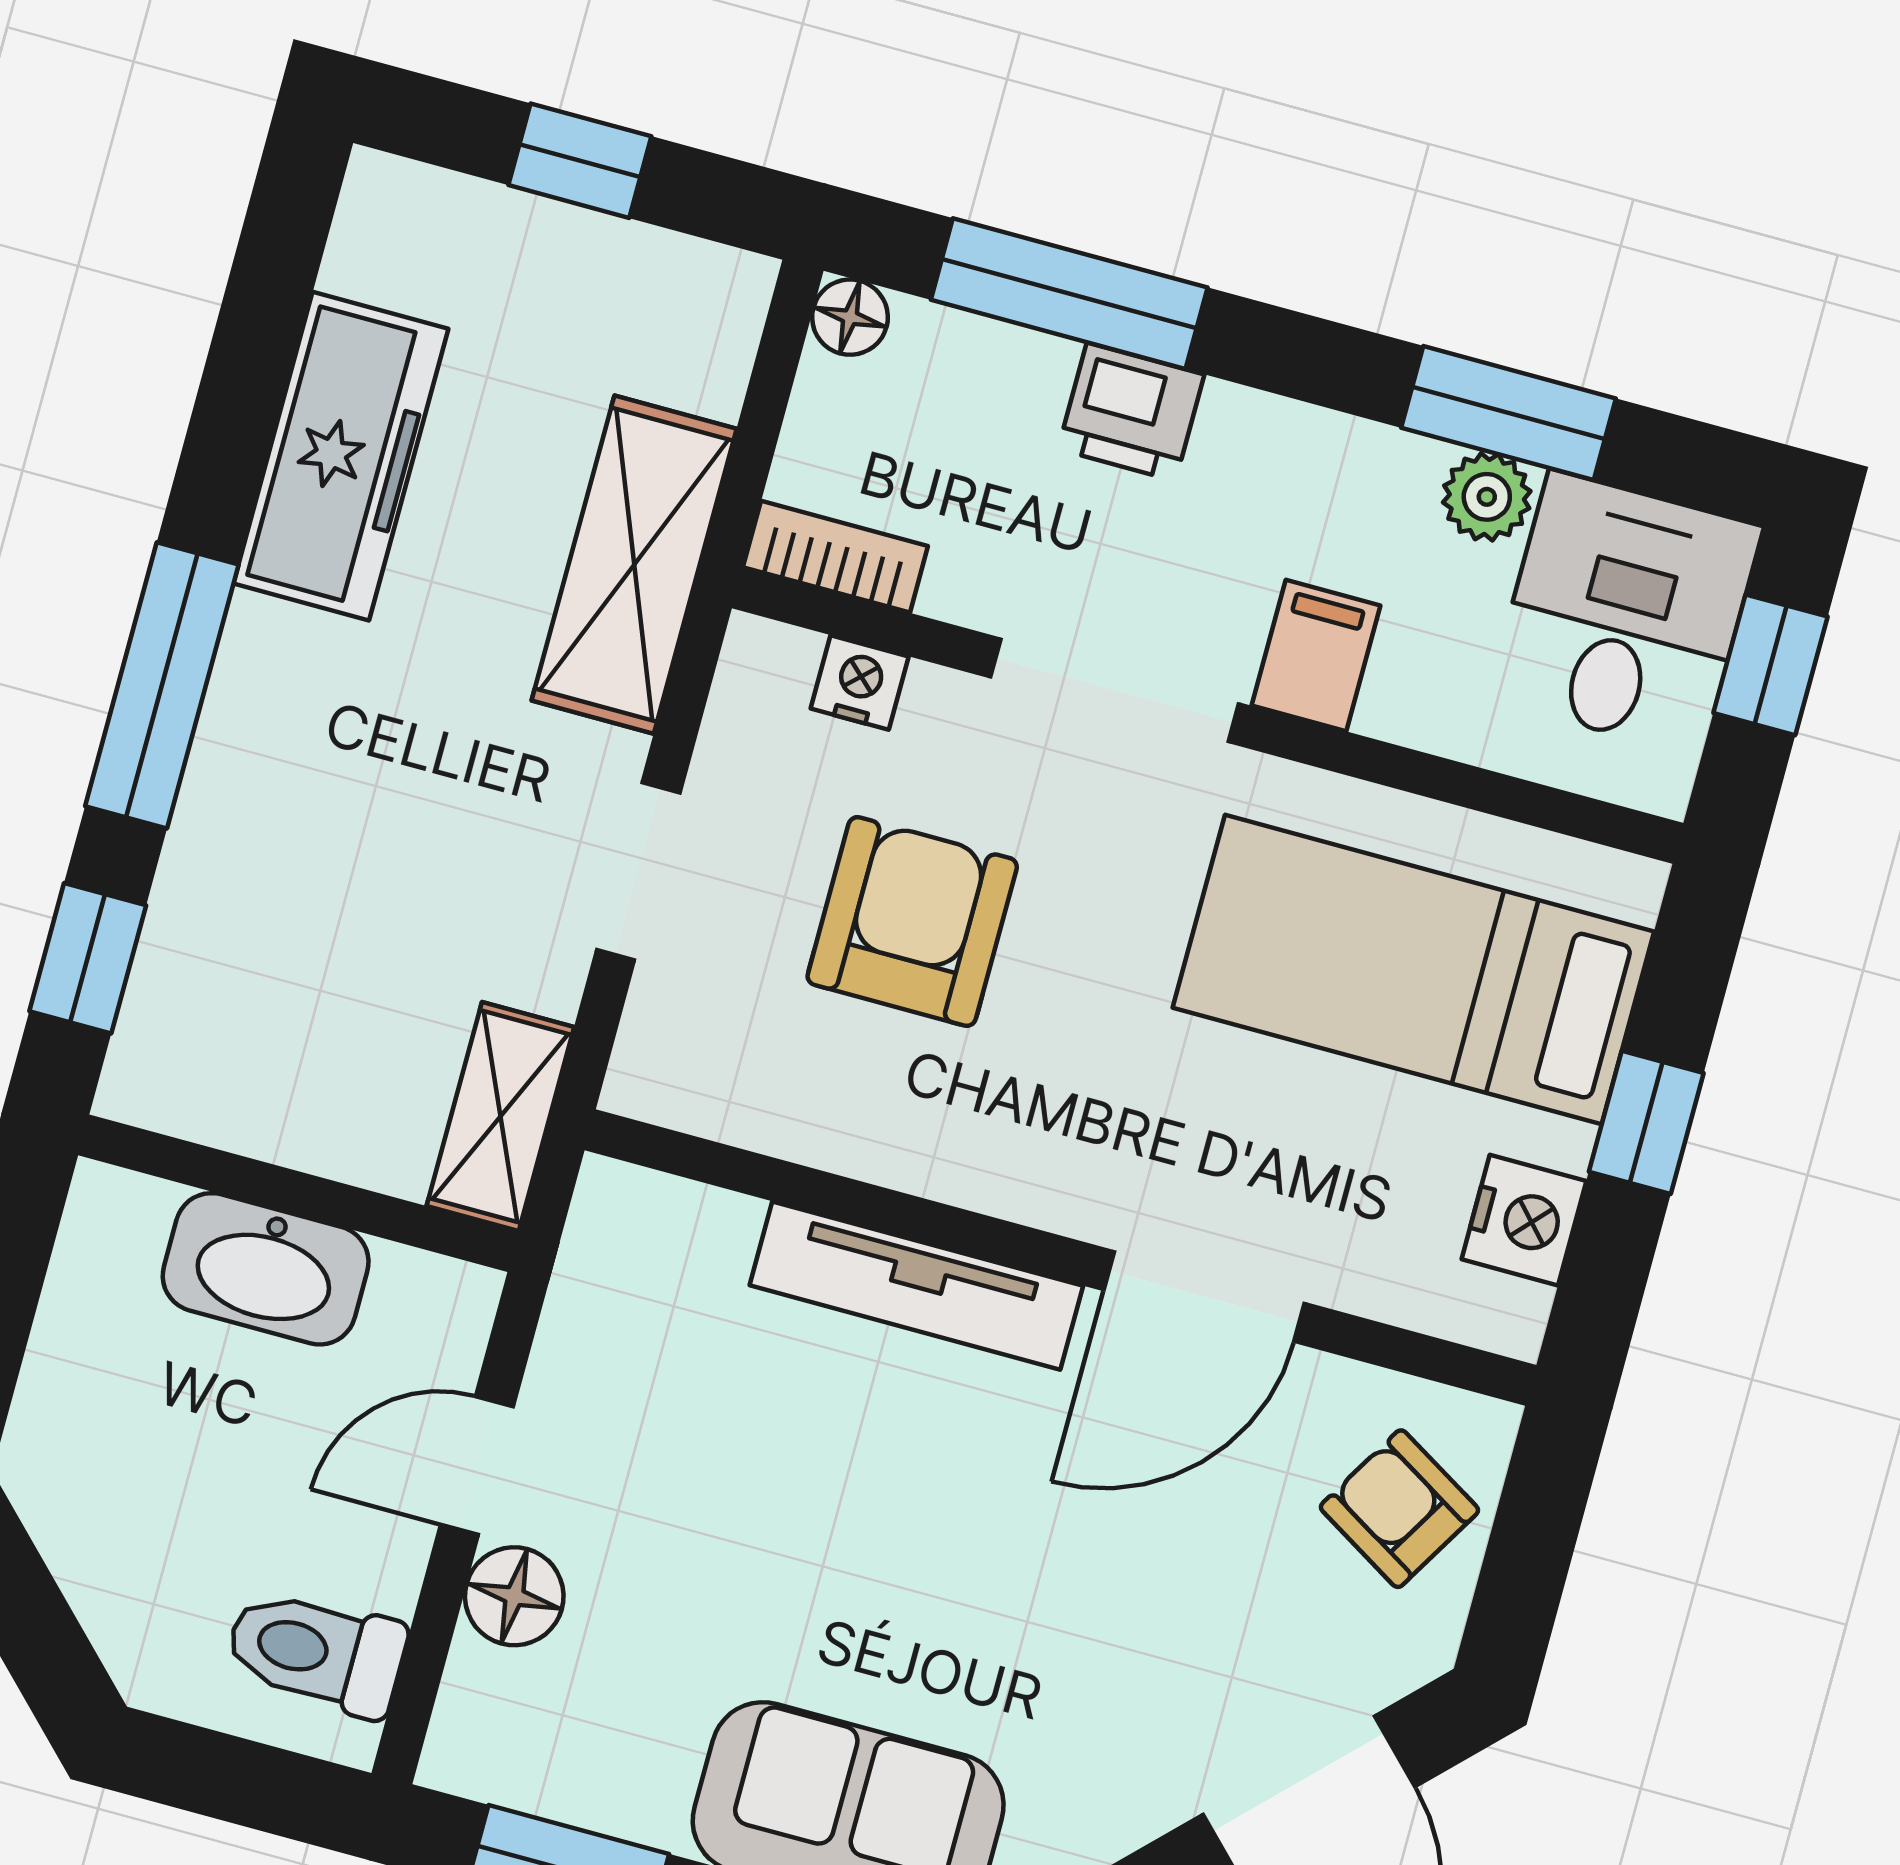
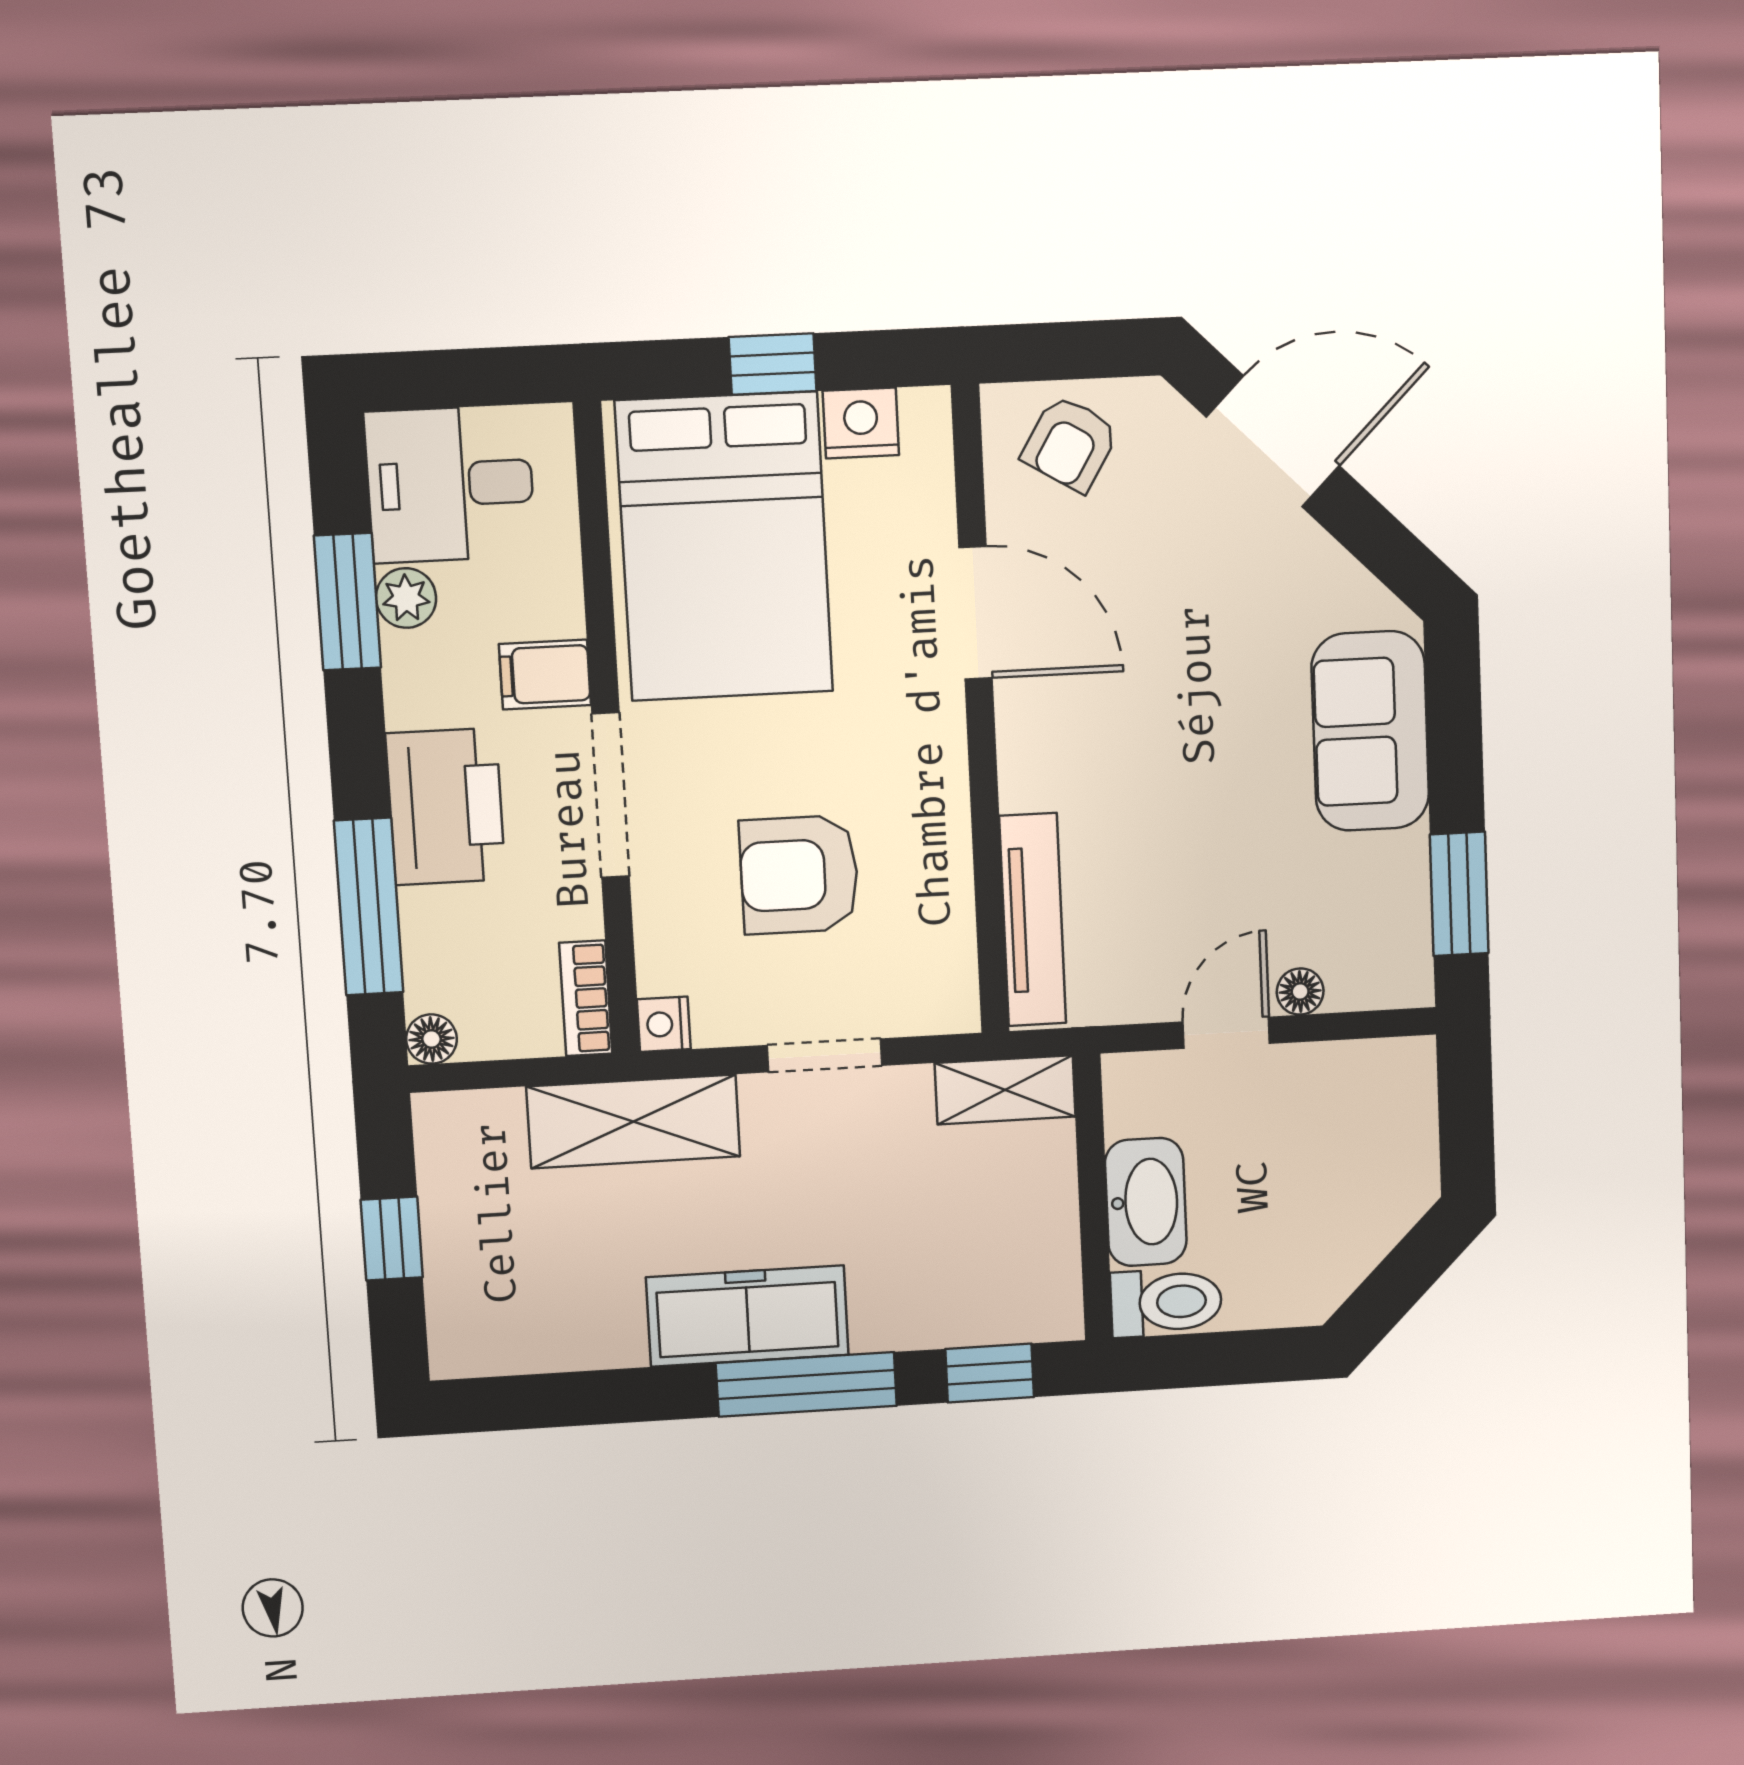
printer: (1131, 412) -> (446, 806), width x1.87, depth x1.48
freezer: (341, 456) -> (747, 1316), moved
window: (1770, 665) -> (451, 379), removed
nightstand: (860, 683) -> (664, 1024), moved
bed: (1413, 970) -> (724, 547), width x1.50
tv unit: (916, 1286) -> (1033, 920), moved
door: (477, 1466) -> (1226, 1033), swing flipped
floor lamp: (514, 1596) -> (1300, 992), width x0.73, depth x0.73
toilet: (316, 1652) -> (1166, 1302), moved, turned -90

